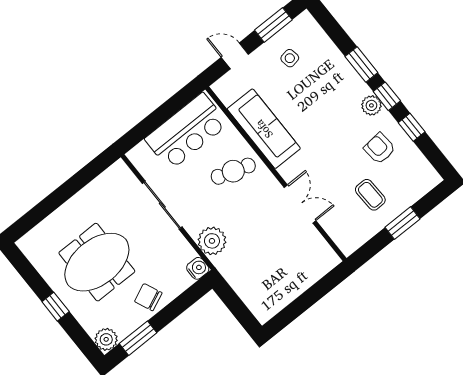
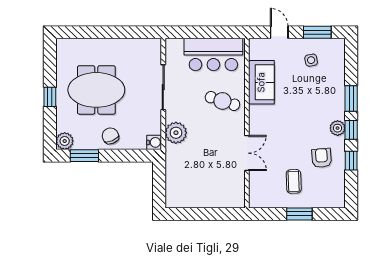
sofa: (264, 129) -> (261, 82), width x0.73

